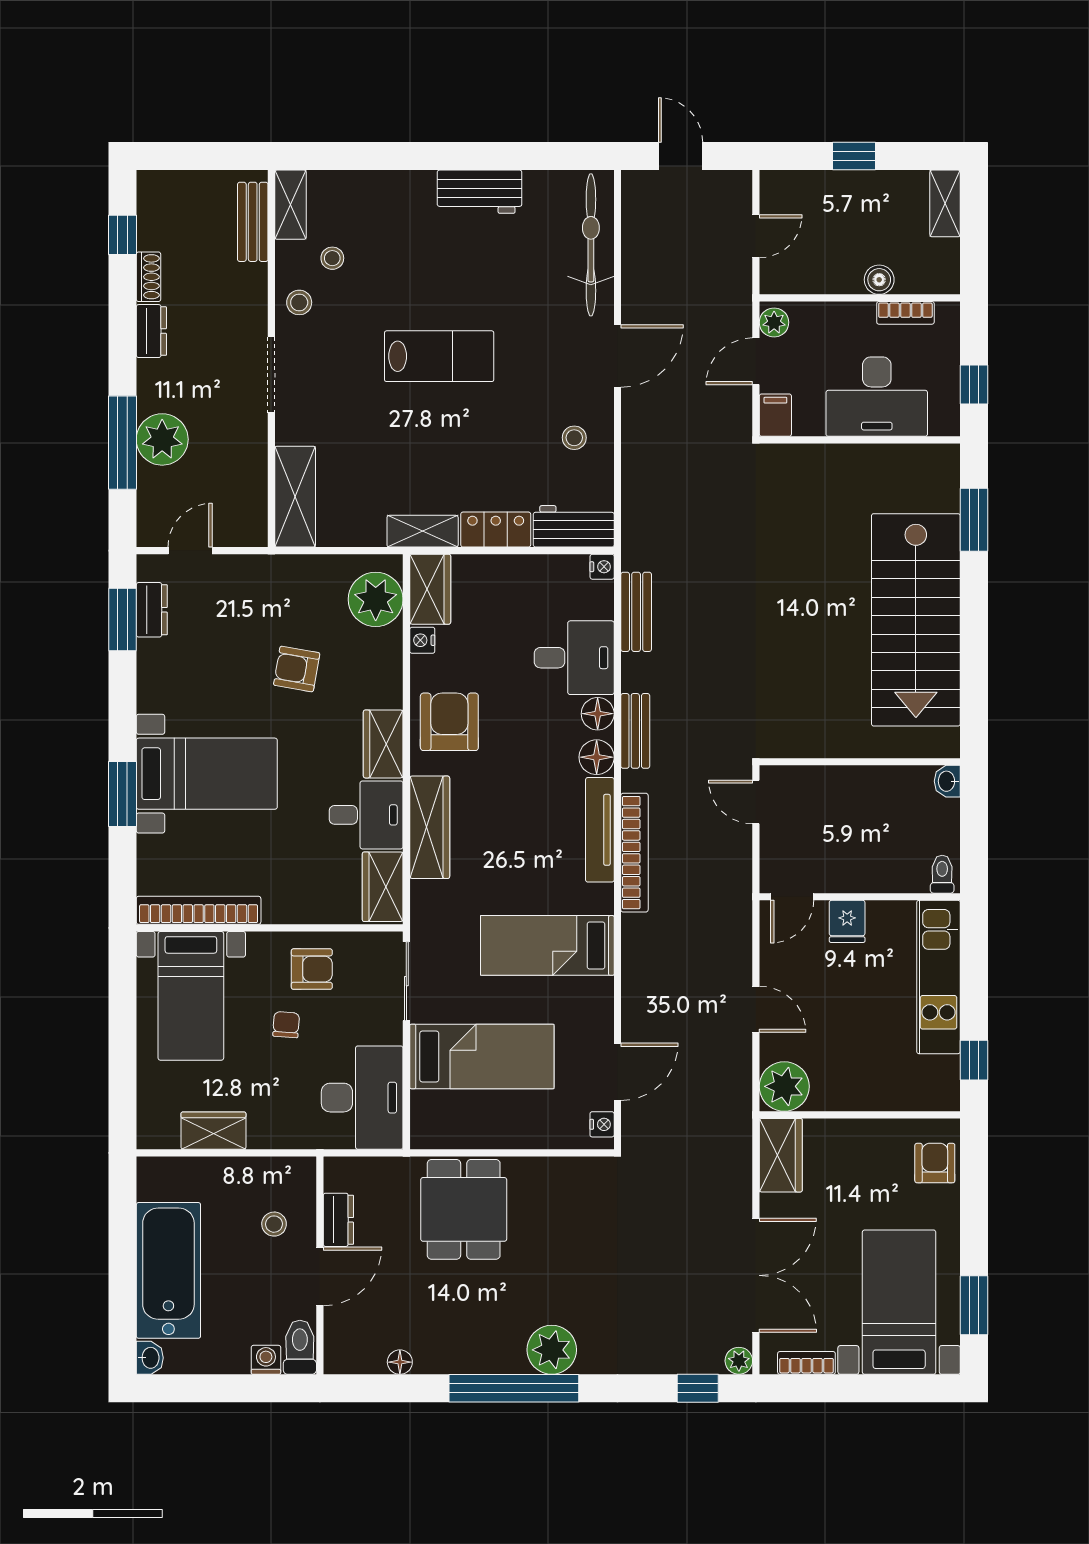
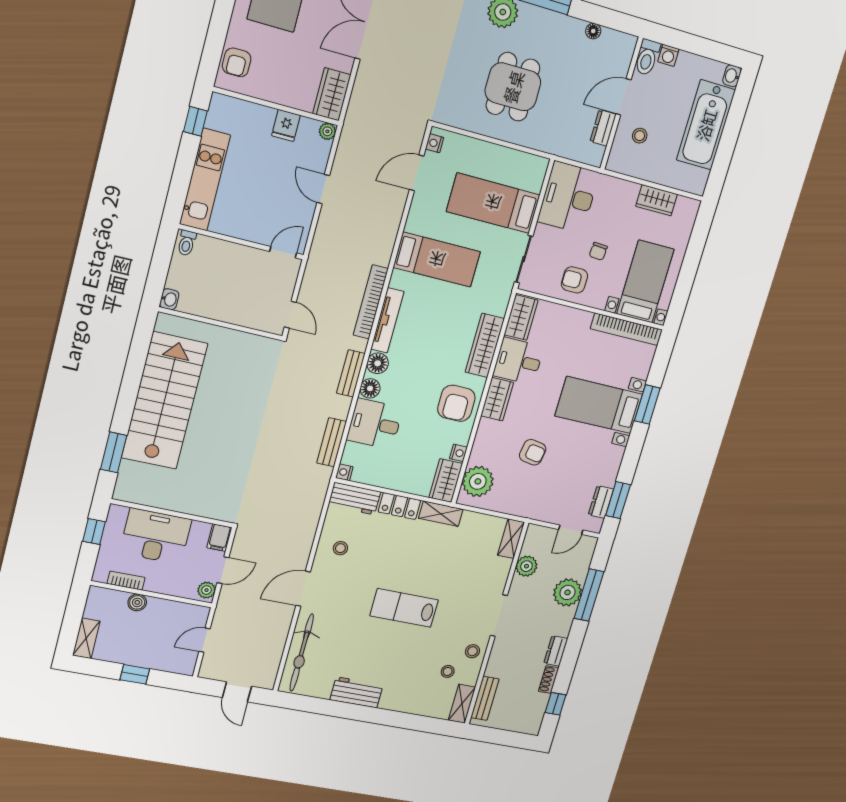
plant: (249, 471) -> (526, 566), added
shelving: (295, 497) -> (511, 539), width x0.67, depth x0.75
fridge: (847, 921) -> (286, 125), moved, turned 180
plant: (784, 1086) -> (327, 131), width x0.53, depth x0.53
dining table: (464, 1209) -> (513, 87), moved

